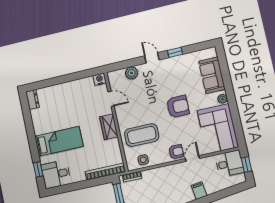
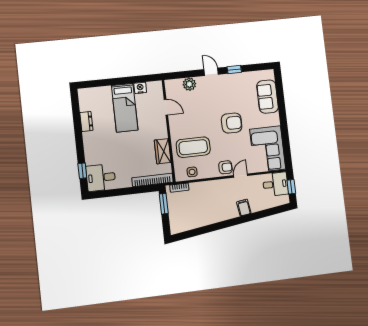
nightstand: (100, 79) -> (140, 88), moved
dresser: (33, 99) -> (86, 121), moved
plant: (223, 99) -> (275, 121), removed
wardrobe: (109, 127) -> (163, 151), moved
bed: (59, 141) -> (125, 108), moved, turned 90

